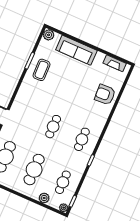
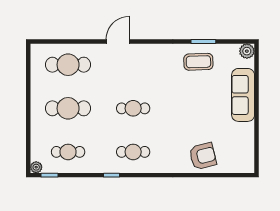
fireplace: (115, 63) -> (248, 151), removed
armchair: (105, 95) -> (203, 156), turned 79
plant: (44, 198) -> (38, 137), removed

